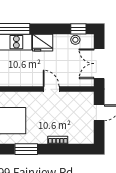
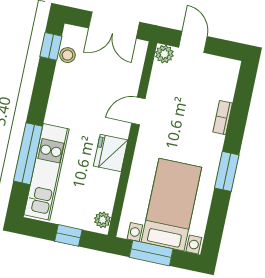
fridge: (43, 43) -> (111, 153), moved, turned 180
plant: (88, 97) -> (164, 54), added

